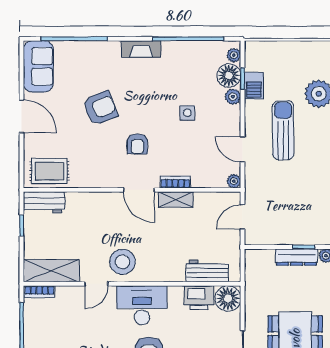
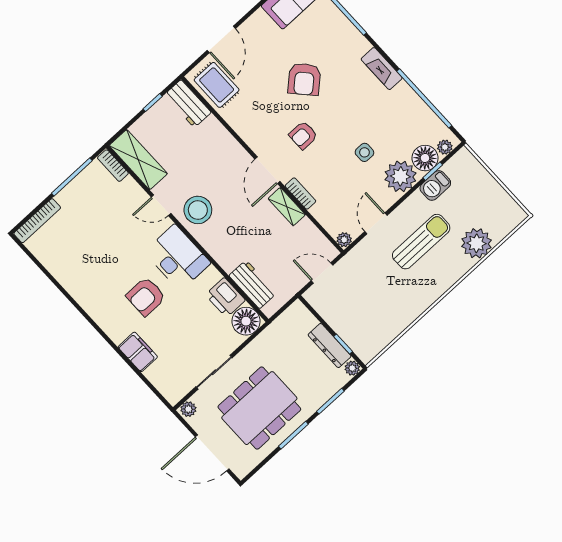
plant: (233, 97) -> (400, 176), width x1.87, depth x1.87
armchair: (100, 108) -> (304, 79), turned 70
door: (22, 116) -> (221, 39), moved

